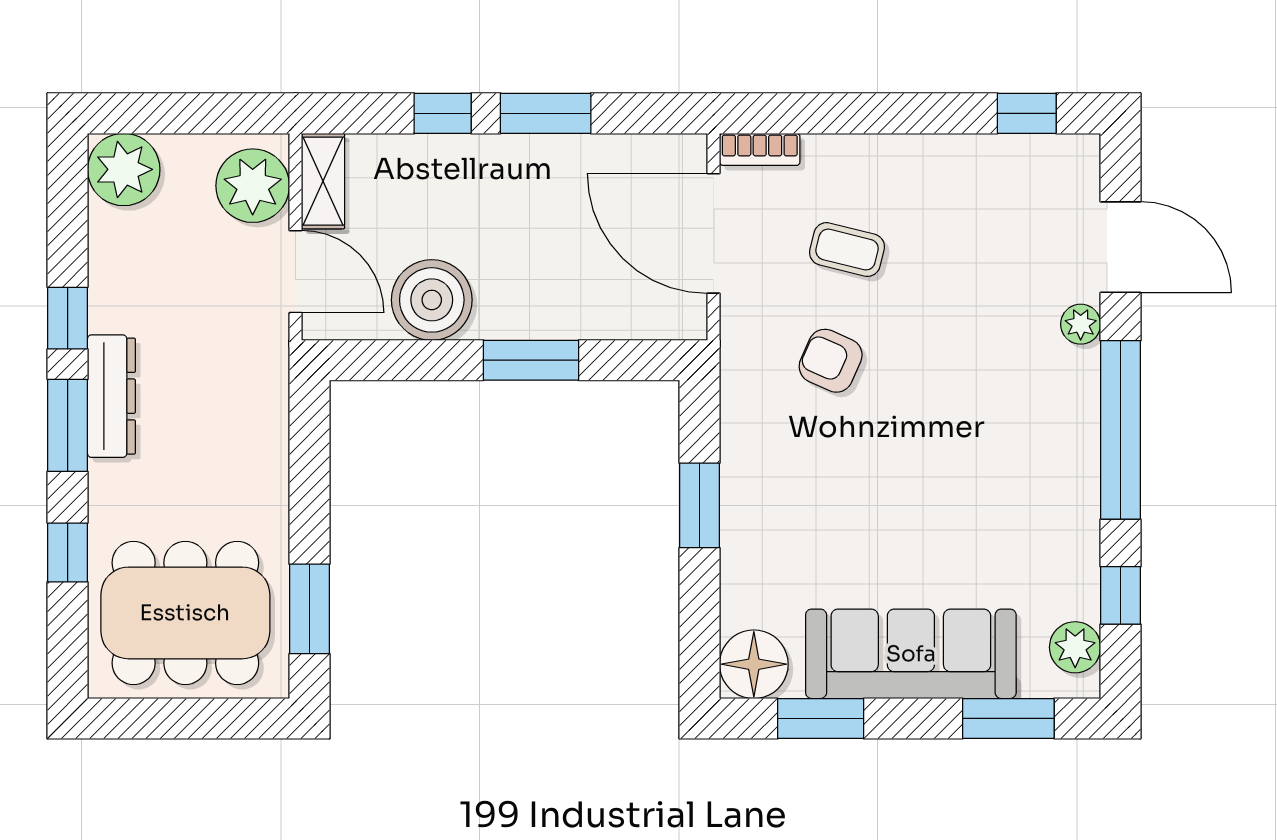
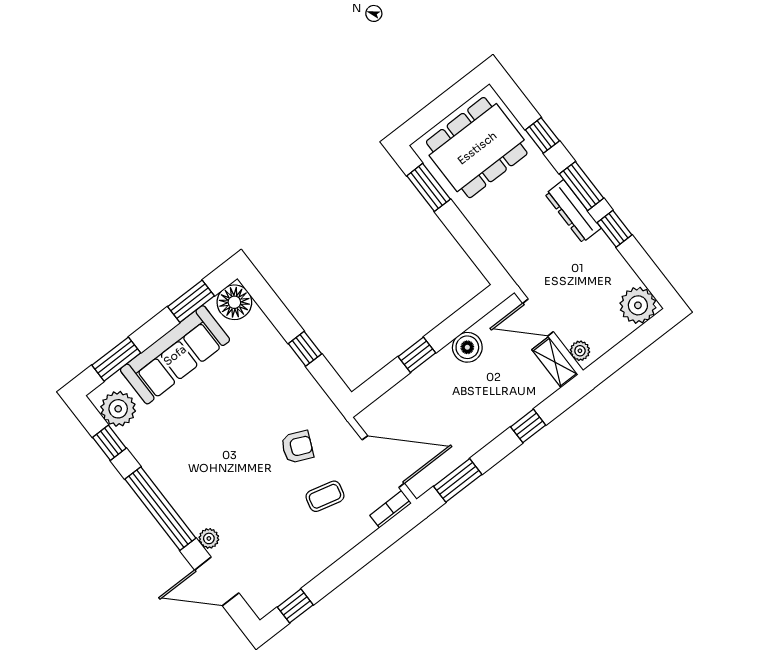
window: (546, 113) -> (458, 480), moved
plant: (253, 186) -> (580, 351), width x0.53, depth x0.53
boiler: (432, 300) -> (467, 347), width x0.73, depth x0.73
window: (531, 360) -> (417, 355), width x0.67
window: (700, 505) -> (305, 349), width x0.67
plant: (1075, 647) -> (118, 409), width x1.36, depth x1.36

